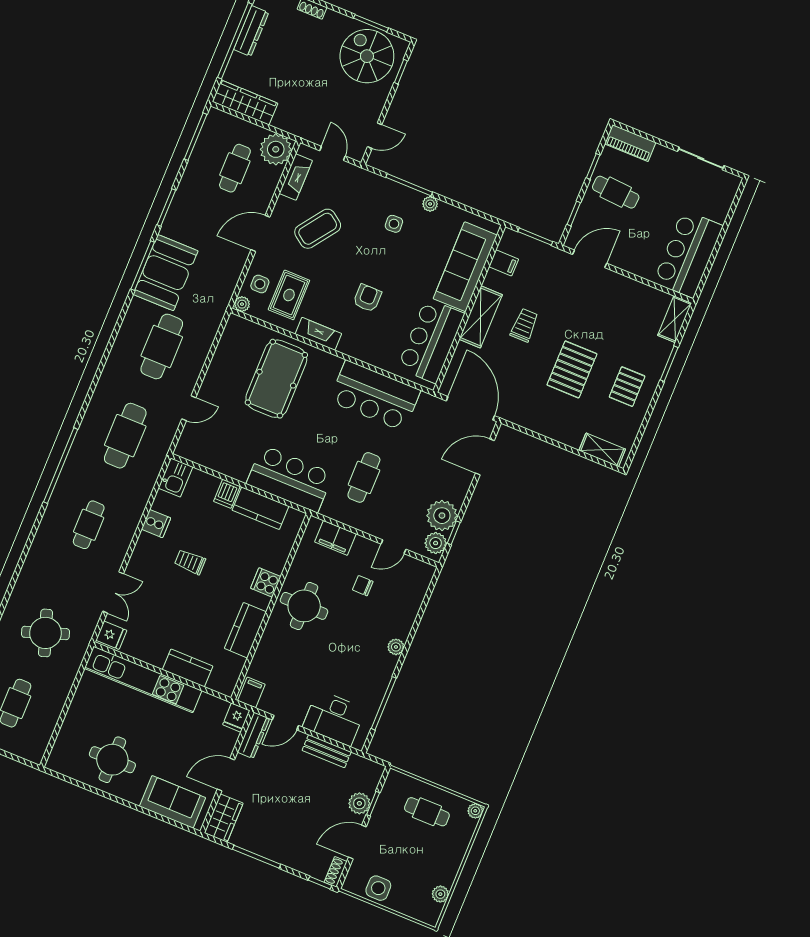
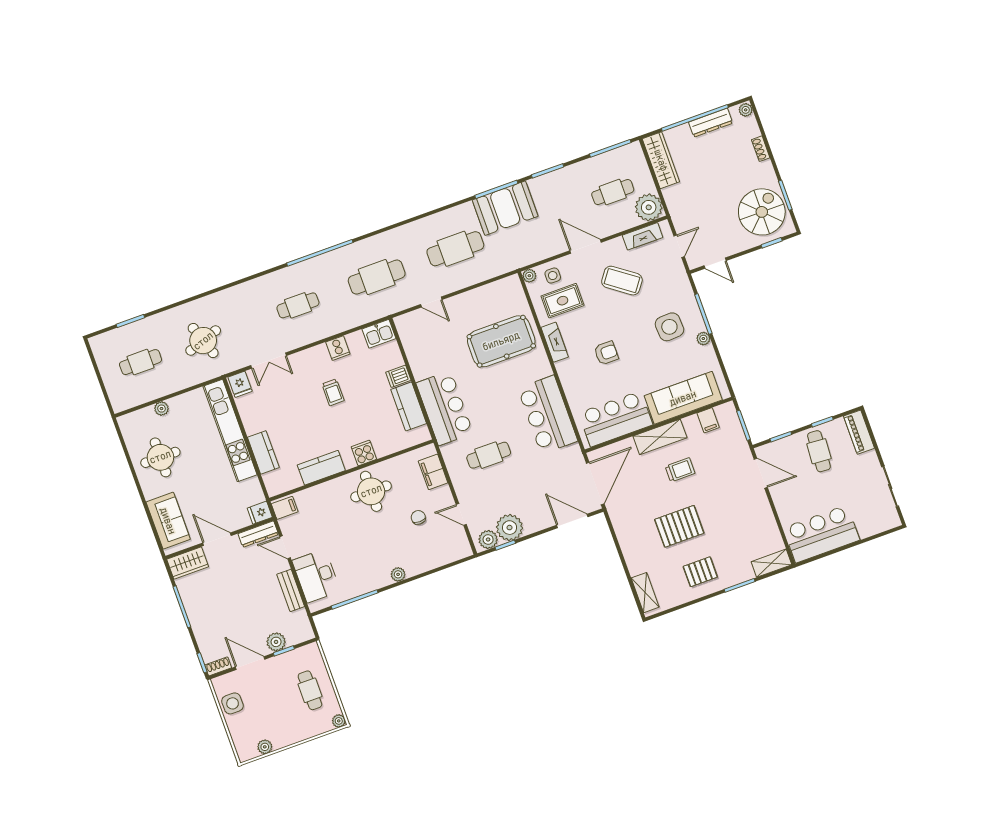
side table: (394, 224) -> (669, 327), width x1.87, depth x1.87
trolley: (190, 562) -> (333, 392), turned 180
plant: (71, 721) -> (161, 409), added

